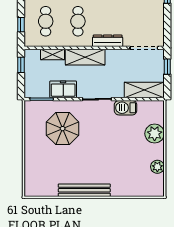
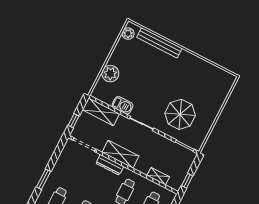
shelving: (85, 57) -> (120, 154), moved
freezer: (63, 89) -> (164, 145), removed
plant: (157, 167) -> (128, 34), moved
bench: (84, 190) -> (159, 43), moved

